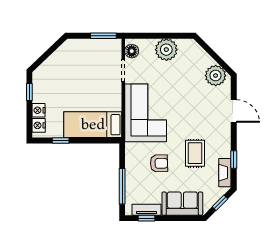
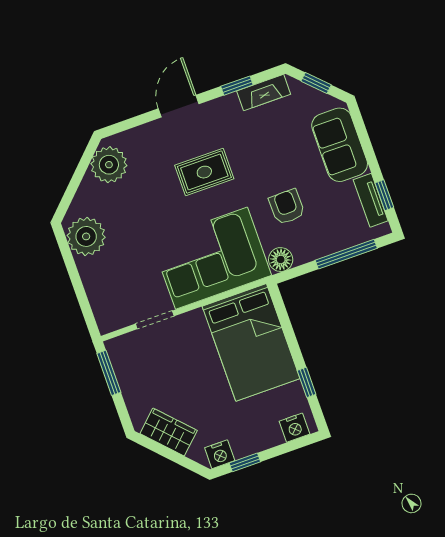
plant: (166, 50) -> (86, 236), moved
floor lamp: (132, 51) -> (281, 260), moved
wardrobe: (60, 57) -> (169, 432), added
nightstand: (38, 110) -> (220, 454), moved
door: (234, 111) -> (179, 106), moved
bed: (93, 125) -> (251, 342), width x1.50
rug: (195, 153) -> (204, 172), moved

